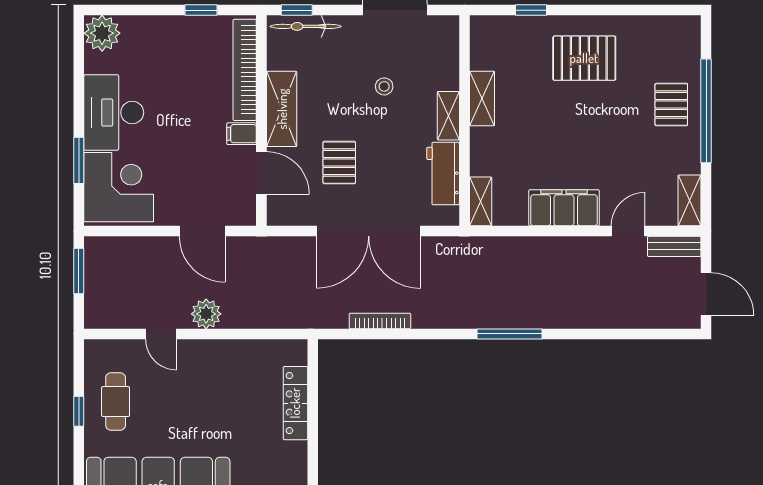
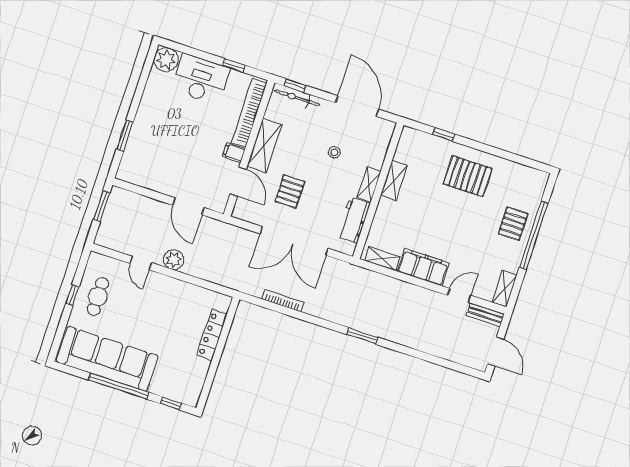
desk: (114, 113) -> (201, 79), moved, turned 90
corner desk: (119, 187) -> (145, 161), removed
shelving: (481, 201) -> (383, 259), moved, turned 90
window: (509, 334) -> (362, 336), width x0.69

